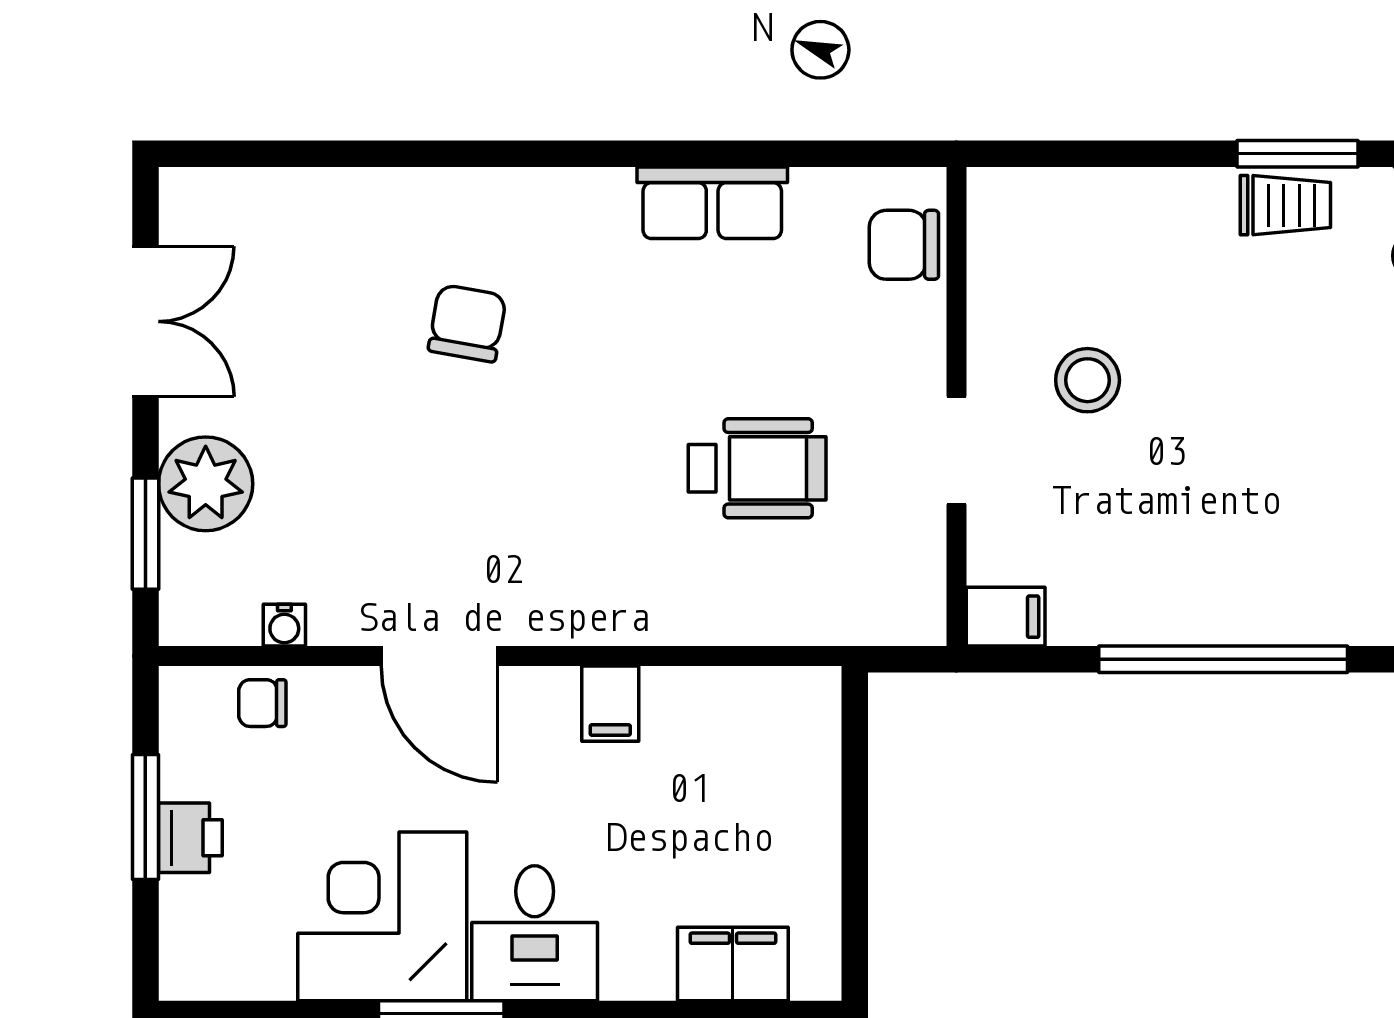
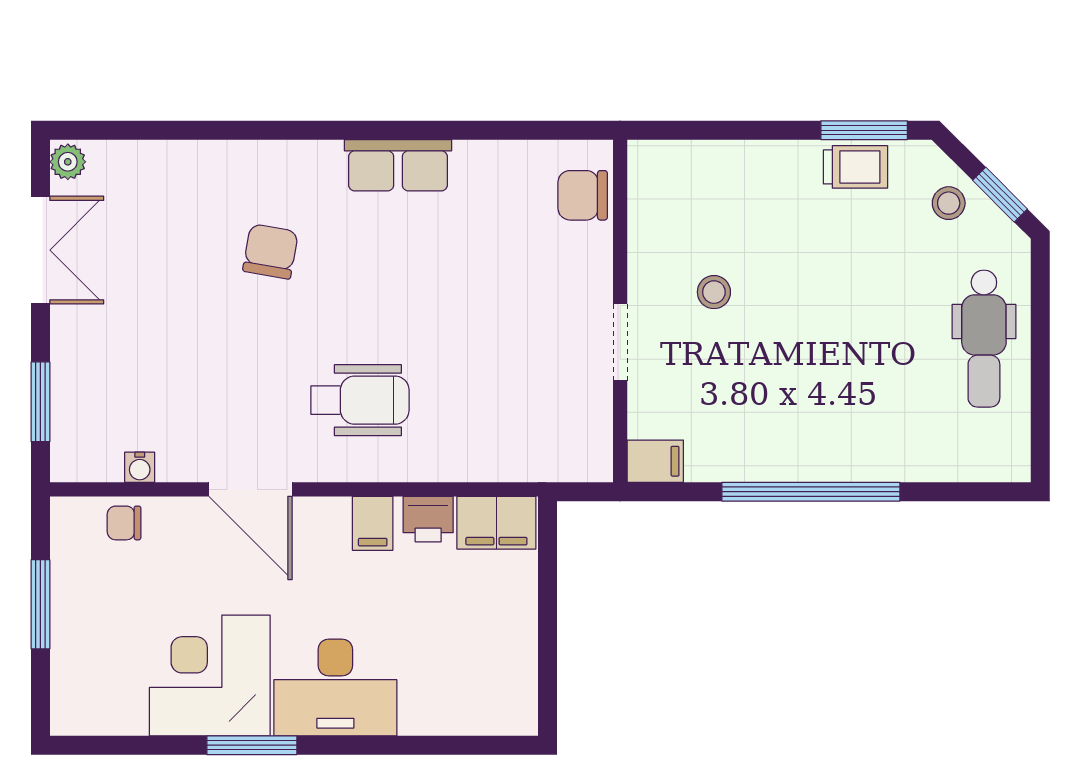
row of seats: (712, 203) -> (398, 165), moved
stool: (1088, 380) -> (714, 292), width x0.73, depth x0.73
wheelchair: (757, 468) -> (360, 400), moved
plant: (206, 484) -> (68, 162), moved, width x0.53, depth x0.53
printer: (190, 838) -> (428, 519), moved, turned 90
desk: (535, 933) -> (335, 687), width x1.37
filing cabinet: (733, 964) -> (496, 523), moved, turned 180

